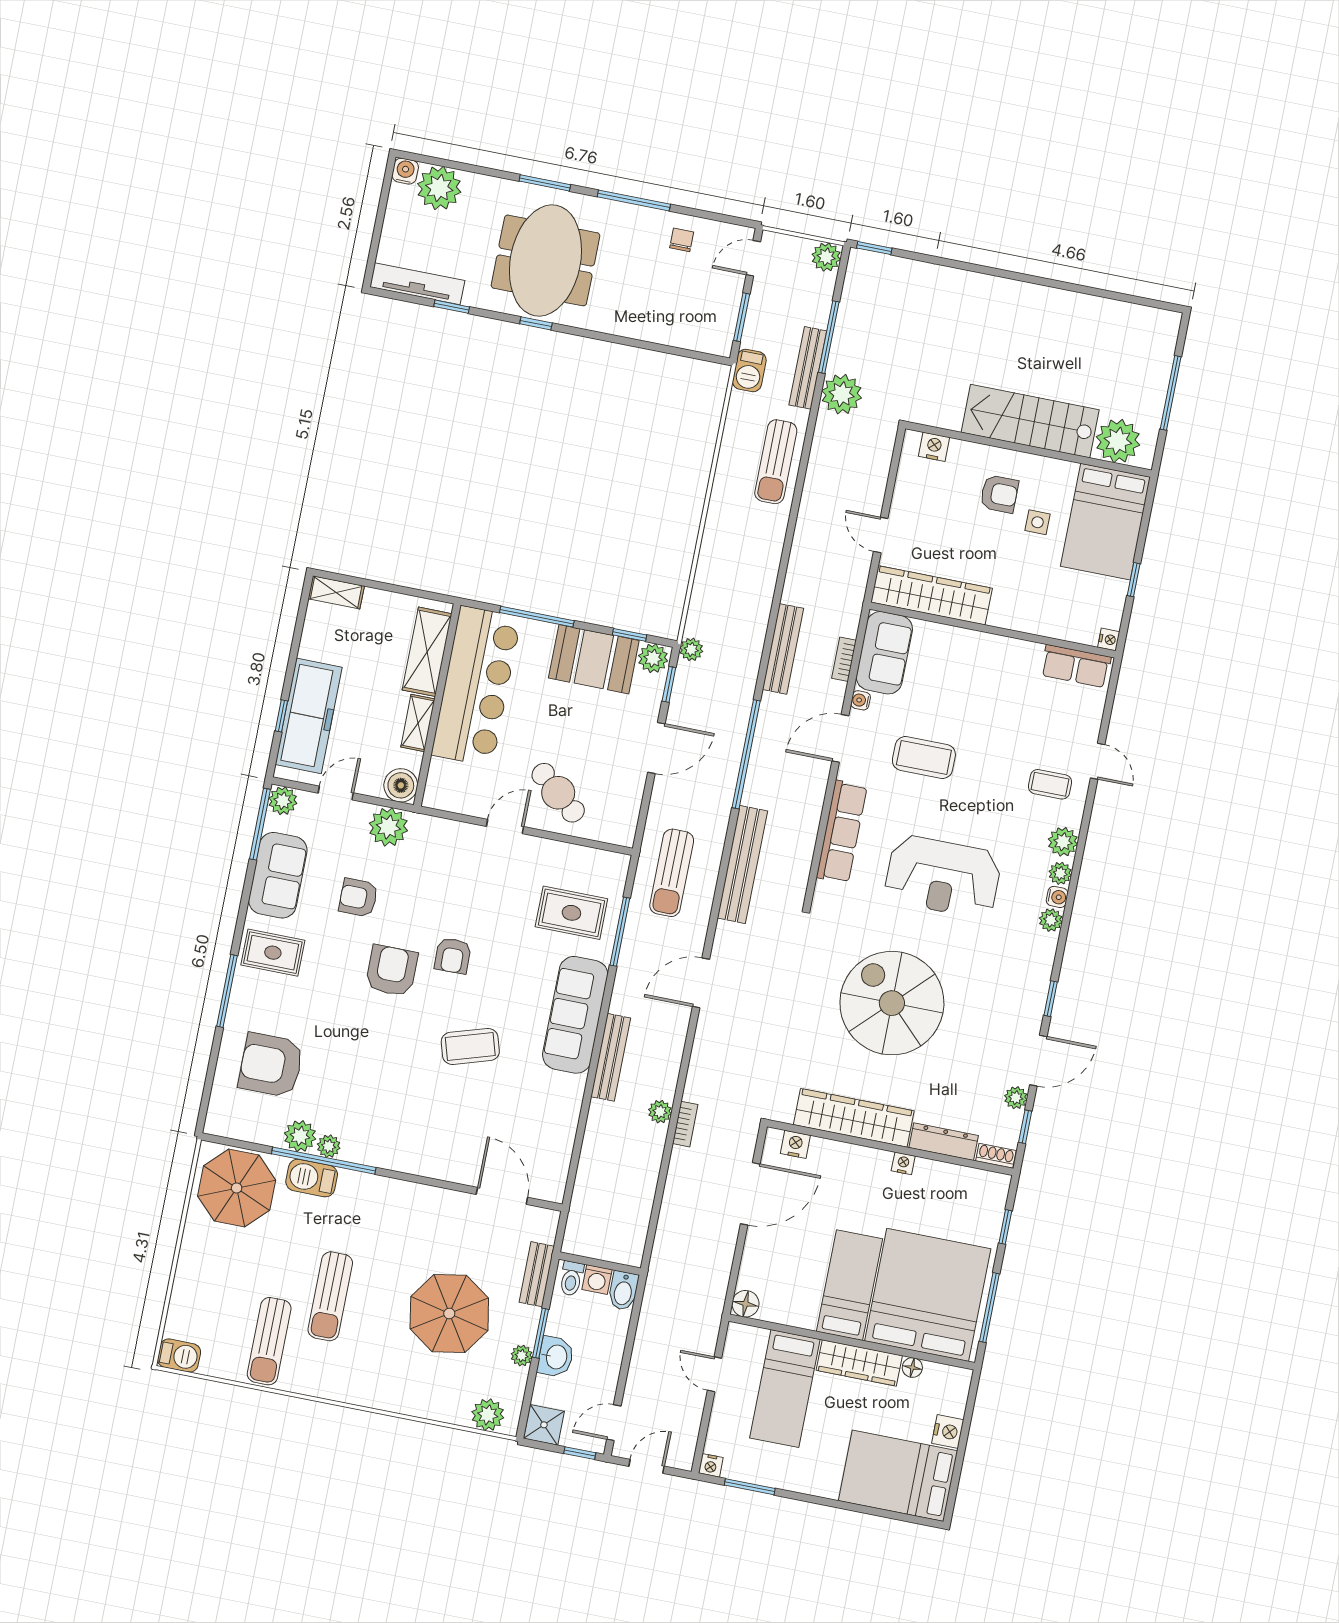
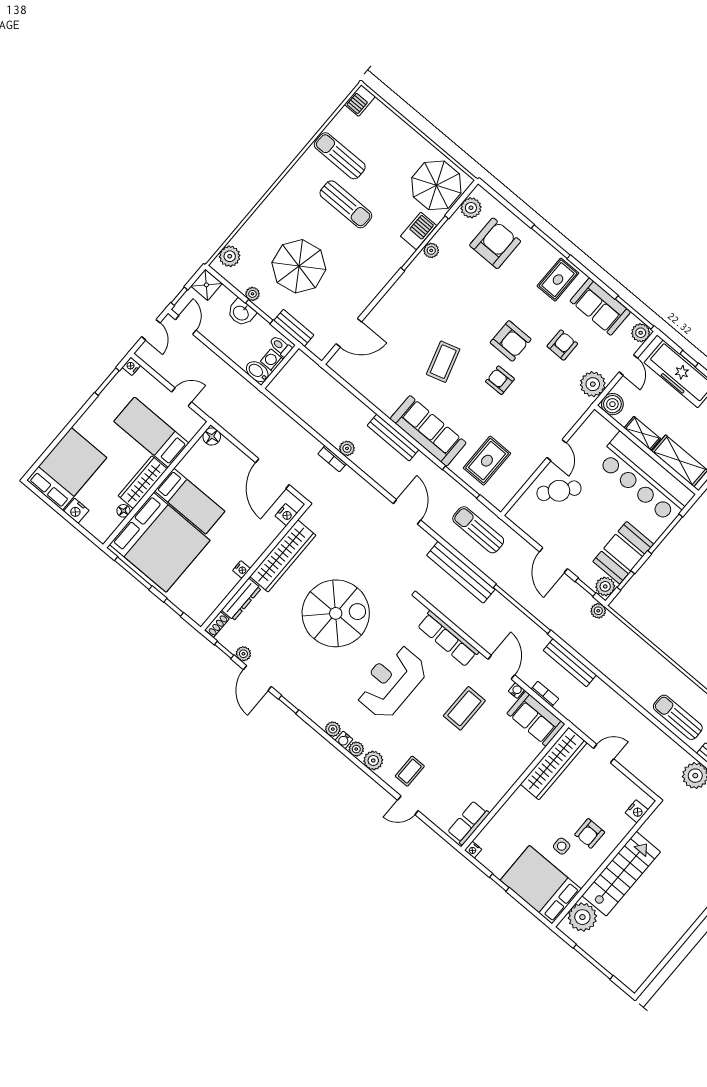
plant: (300, 1136) -> (471, 208), moved
sun lounger: (330, 1296) -> (346, 204), turned 180

